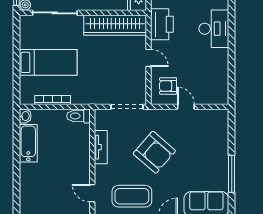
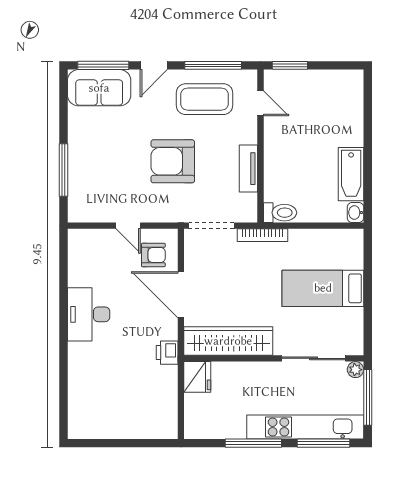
printer: (162, 24) -> (167, 353), width x0.53, depth x0.68
desk: (214, 29) -> (89, 314), moved
door: (149, 58) -> (181, 295), width x1.88
bookcase: (53, 100) -> (263, 235), moved
armchair: (154, 152) -> (173, 161), turned -41
window: (232, 174) -> (64, 170), moved

